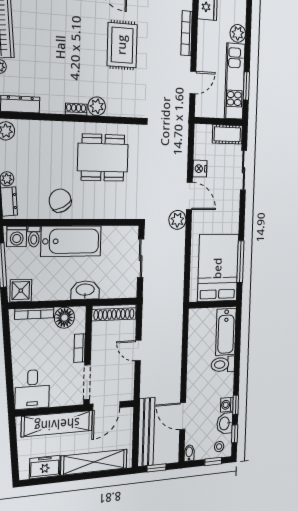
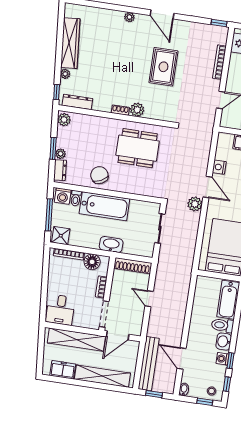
washbasin: (225, 423) -> (224, 342), moved

